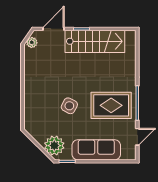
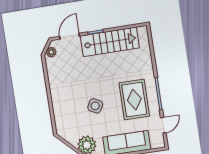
rug: (111, 105) -> (134, 100), turned 90

